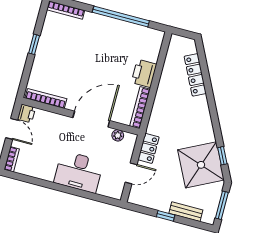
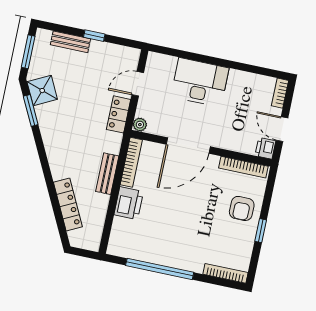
armchair: (49, 64) -> (242, 208), added
bench: (161, 99) -> (107, 174), added
plant: (118, 135) -> (140, 125), moved
window: (222, 156) -> (31, 110), width x1.50
shower: (201, 165) -> (42, 91), width x0.54, depth x0.54

